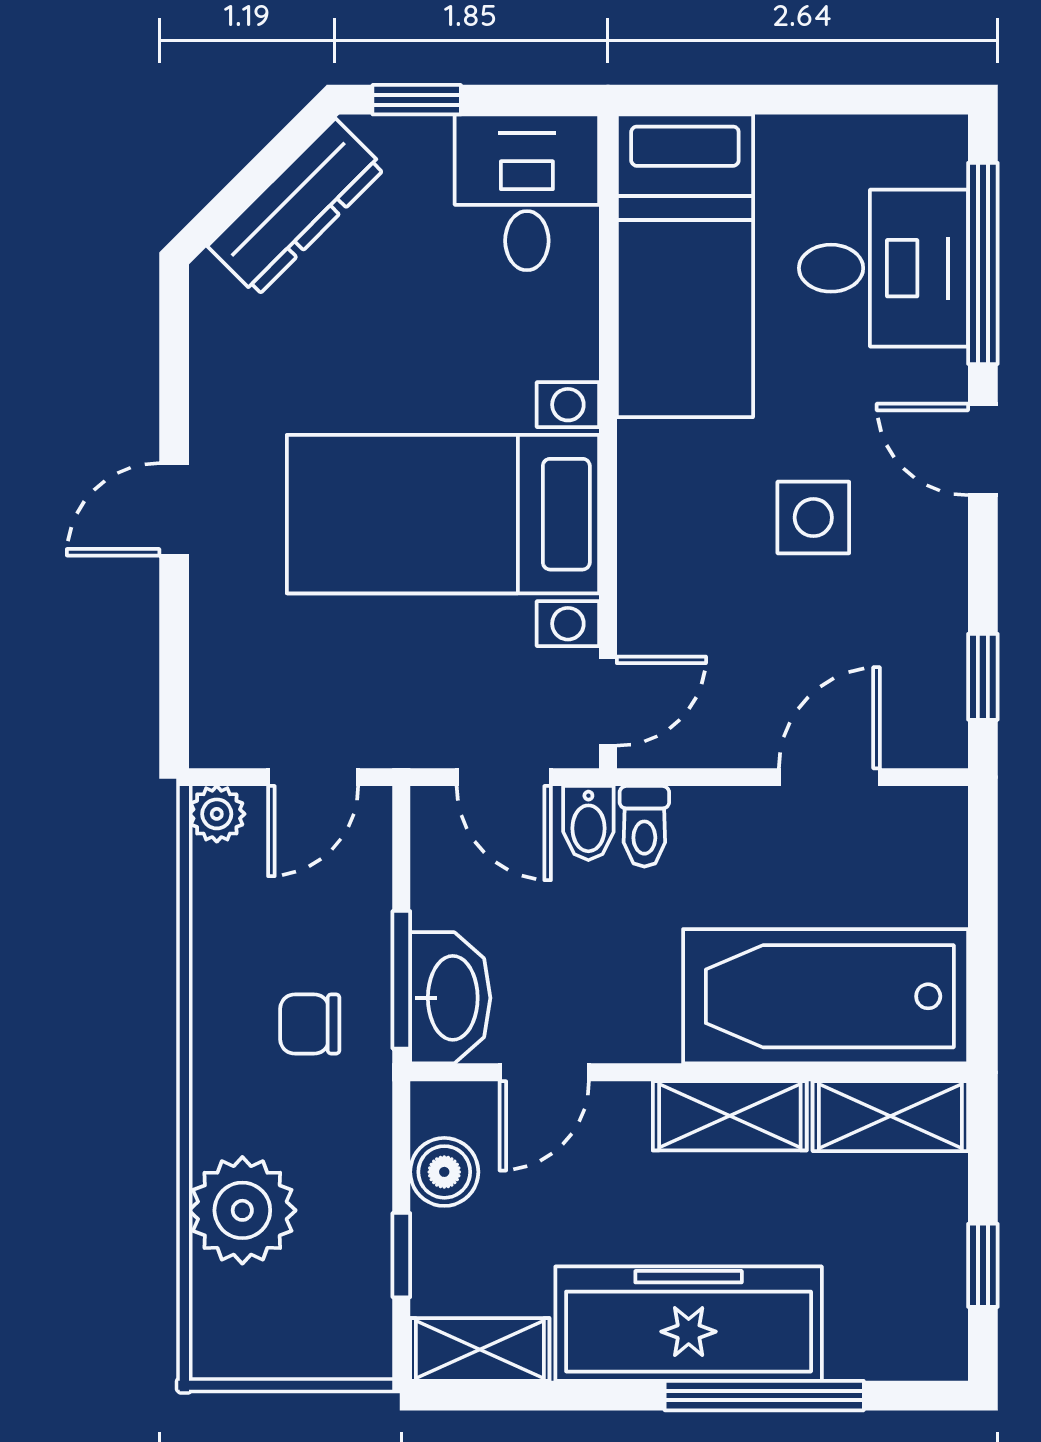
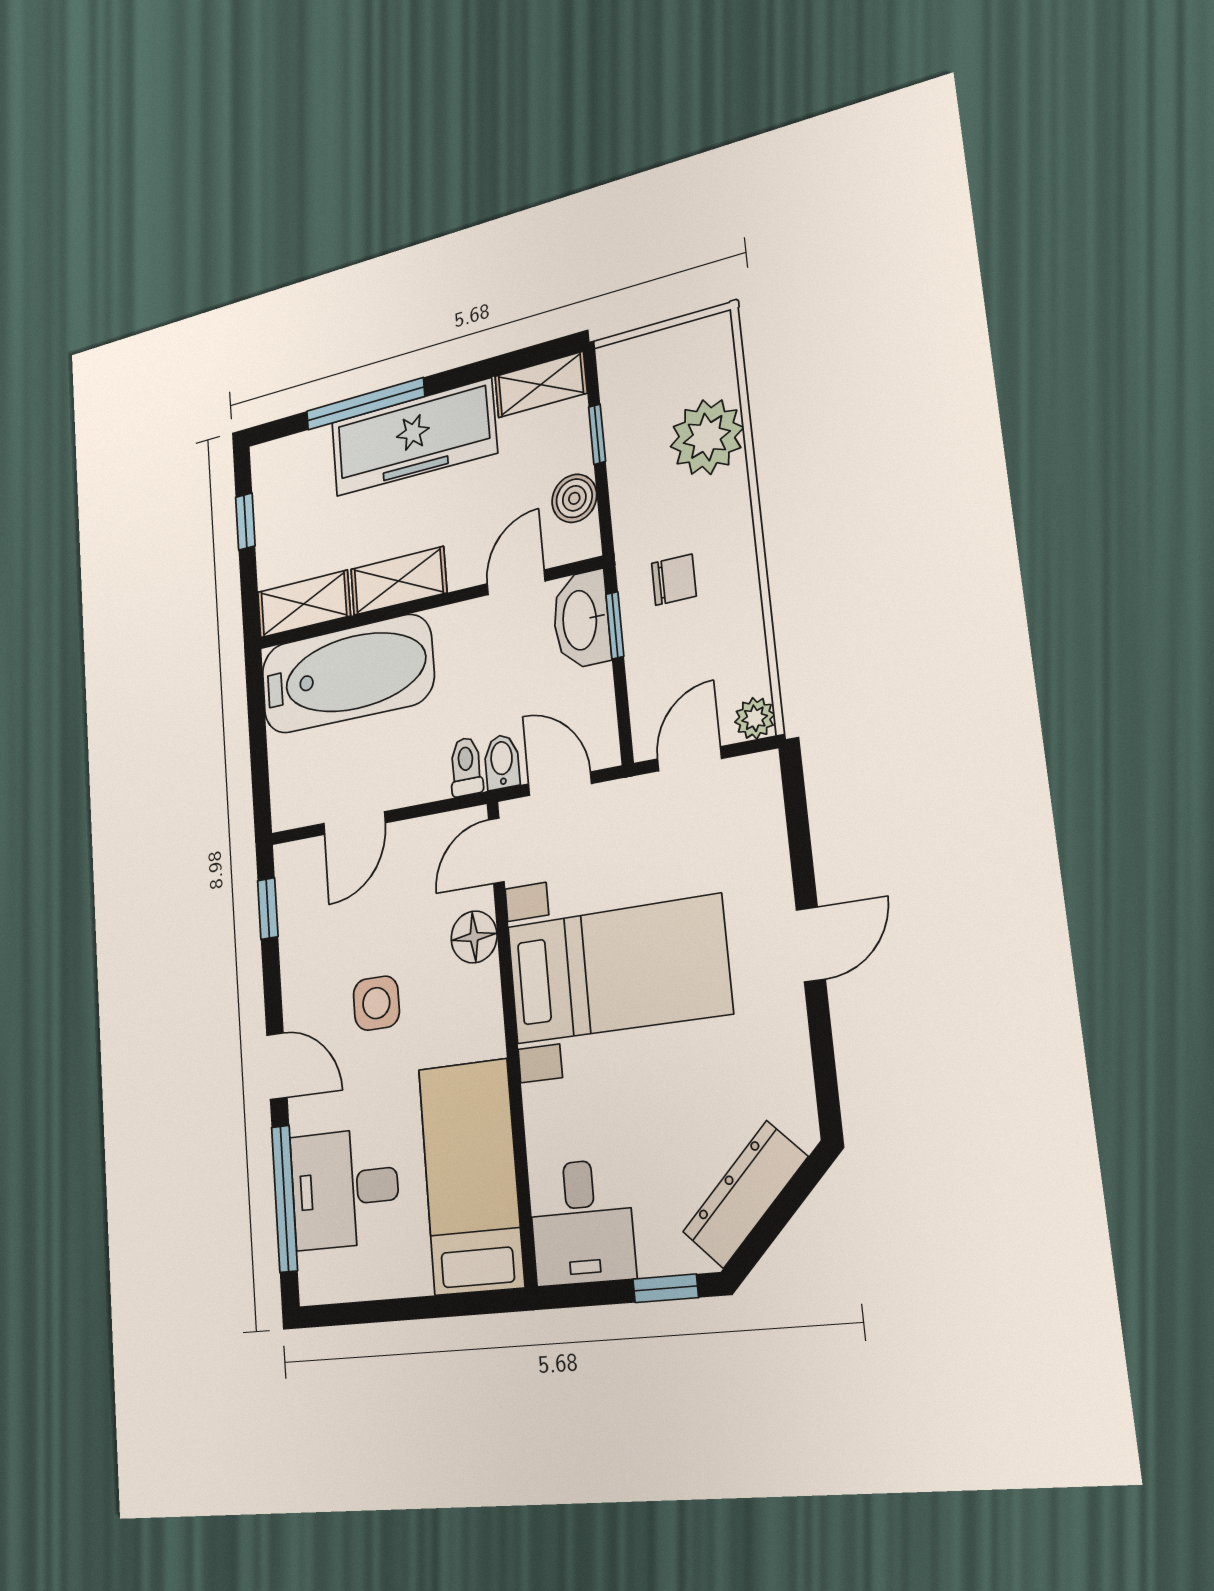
floor lamp: (652, 588) -> (474, 937), added
window: (401, 980) -> (615, 625), width x0.67

